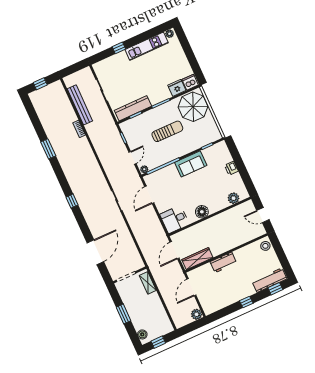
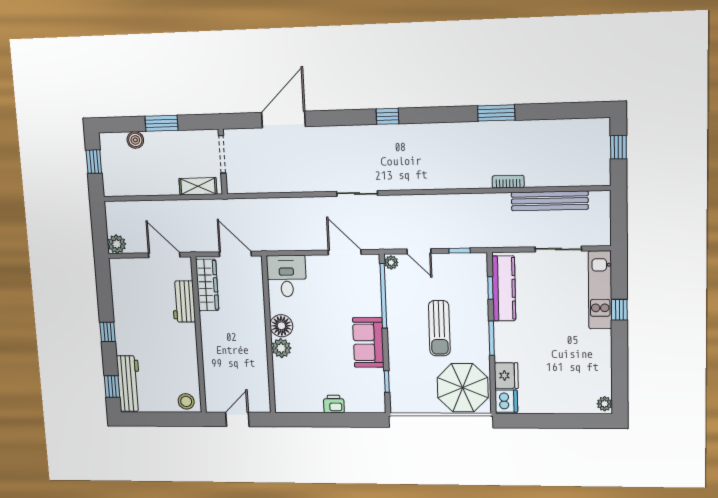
kitchen unit: (147, 46) -> (600, 290), moved
plant: (233, 198) -> (281, 348), moved
door: (95, 252) -> (283, 119), swing flipped
workbench: (223, 262) -> (184, 302), moved
boiler: (142, 334) -> (135, 140), moved

